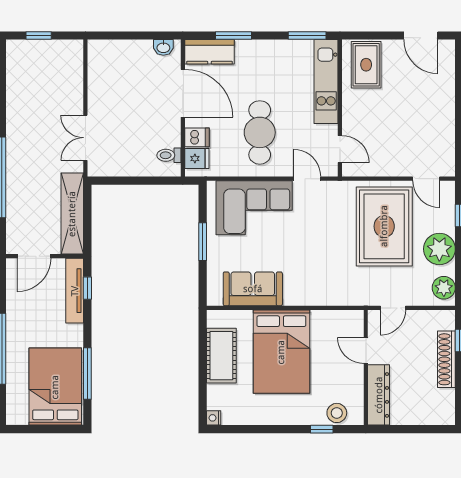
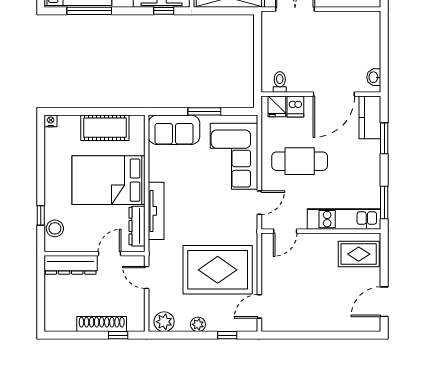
plant: (439, 249) -> (198, 324), width x0.53, depth x0.53
sofa: (253, 289) -> (174, 130), moved, turned 90
tv unit: (317, 297) -> (156, 211), added
dresser: (334, 319) -> (137, 226), added

